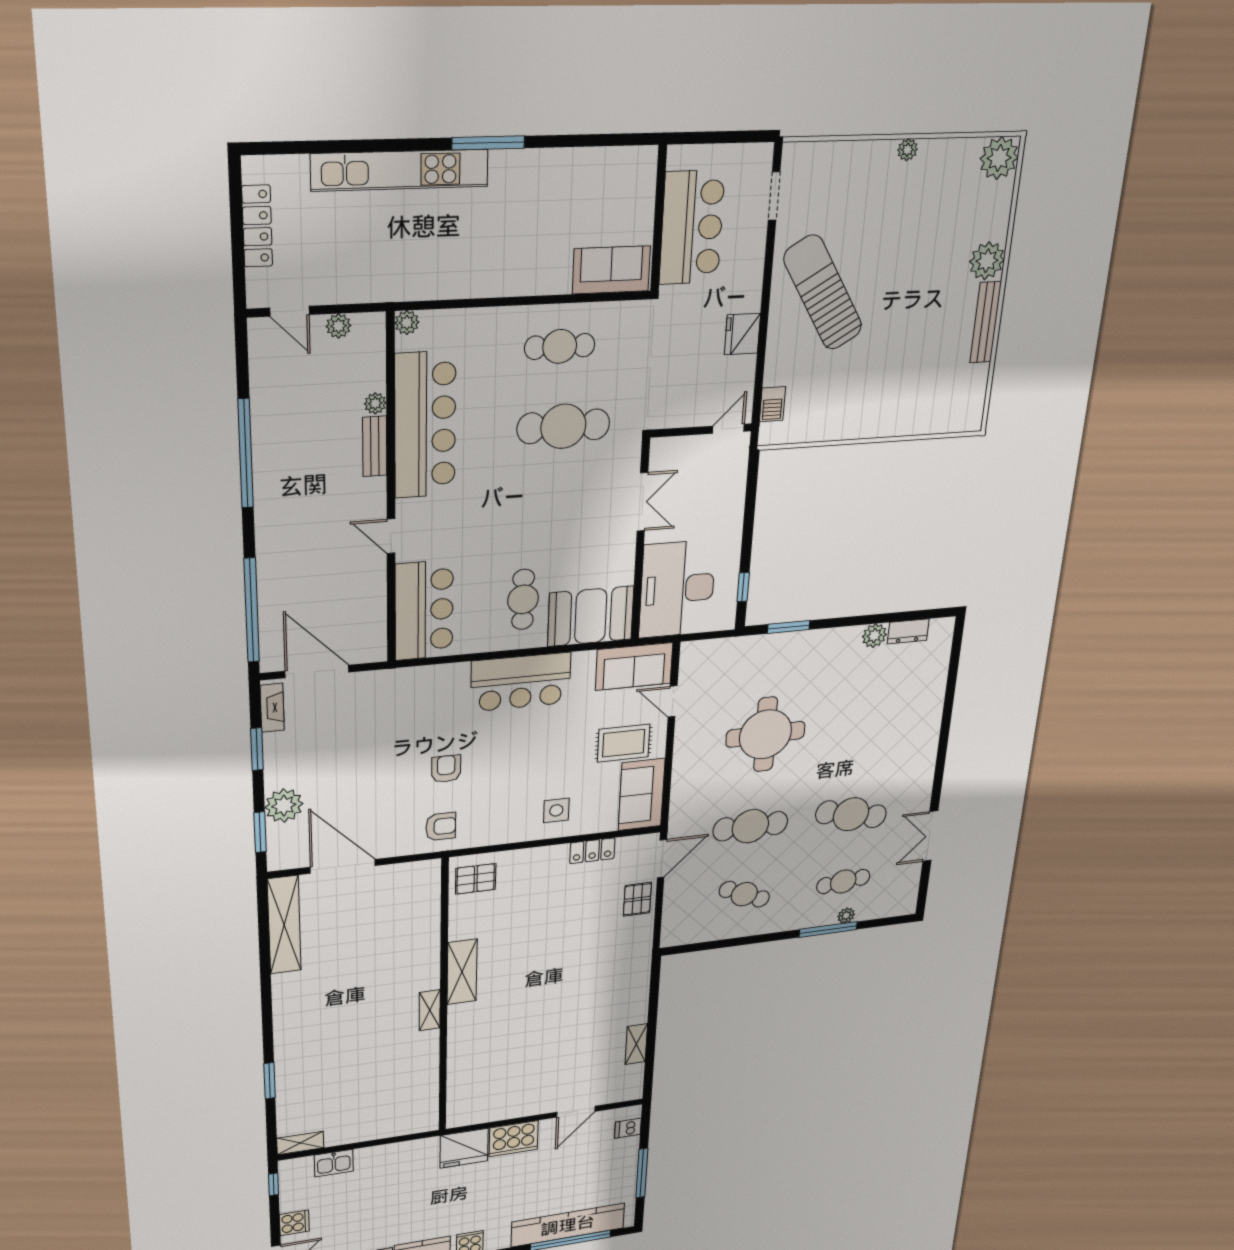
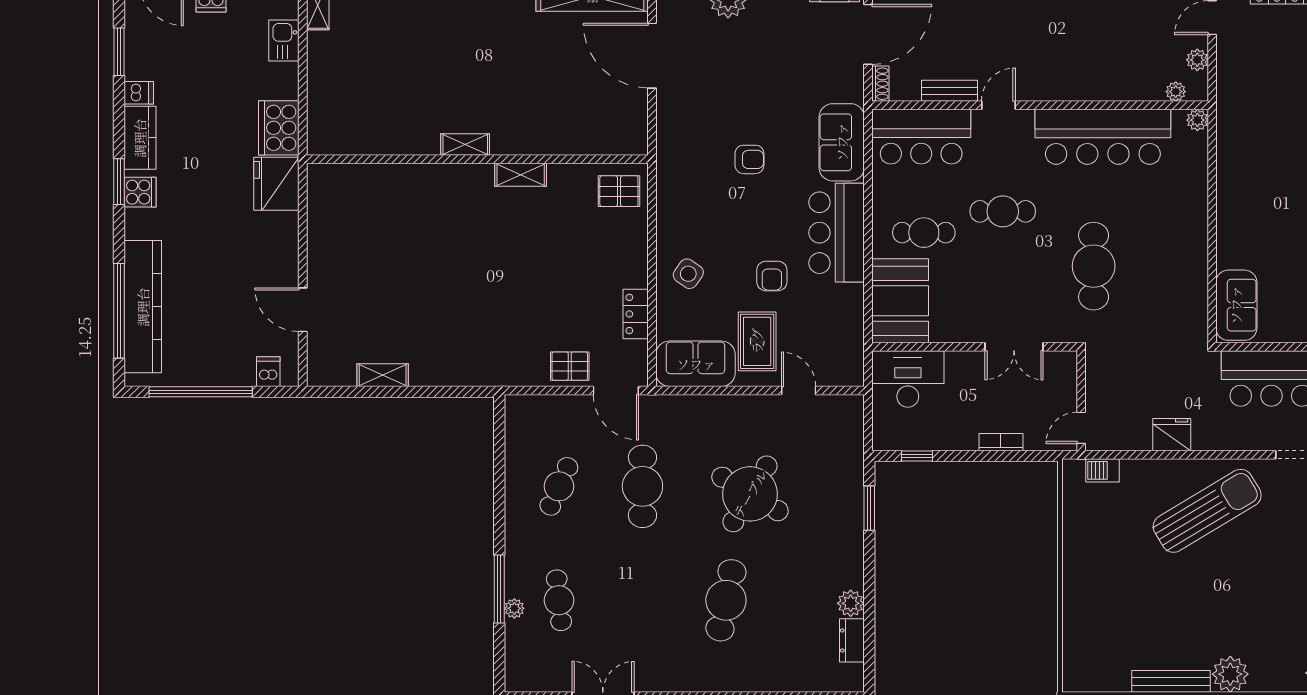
cafe table: (560, 346) -> (1003, 211), moved, turned 90
plant: (375, 403) -> (1176, 92), moved
door: (728, 429) -> (1081, 428), swing flipped
bench: (375, 446) -> (950, 91), moved
bookcase: (736, 508) -> (1001, 442), added
desk: (677, 589) -> (908, 379), width x0.73, depth x0.77
shoe rack: (369, 655) -> (880, 84), added
sofa: (634, 666) -> (842, 142), moved
door: (673, 701) -> (799, 390), hinge flipped
round table: (766, 734) -> (750, 494), turned 32
side table: (556, 810) -> (688, 274), turned 35
cafe table: (851, 814) -> (726, 600), moved
armchair: (441, 827) -> (772, 276), moved
door: (343, 866) -> (652, 56), swing flipped
pallet: (476, 879) -> (619, 191), turned 90
shelving: (462, 972) -> (521, 175), width x0.67, depth x0.75
cooker: (514, 1139) -> (279, 128), moved
window: (642, 1173) -> (201, 392), width x1.46

